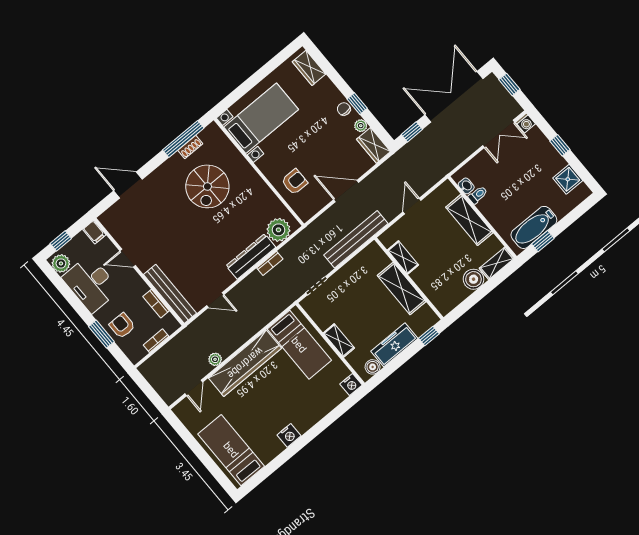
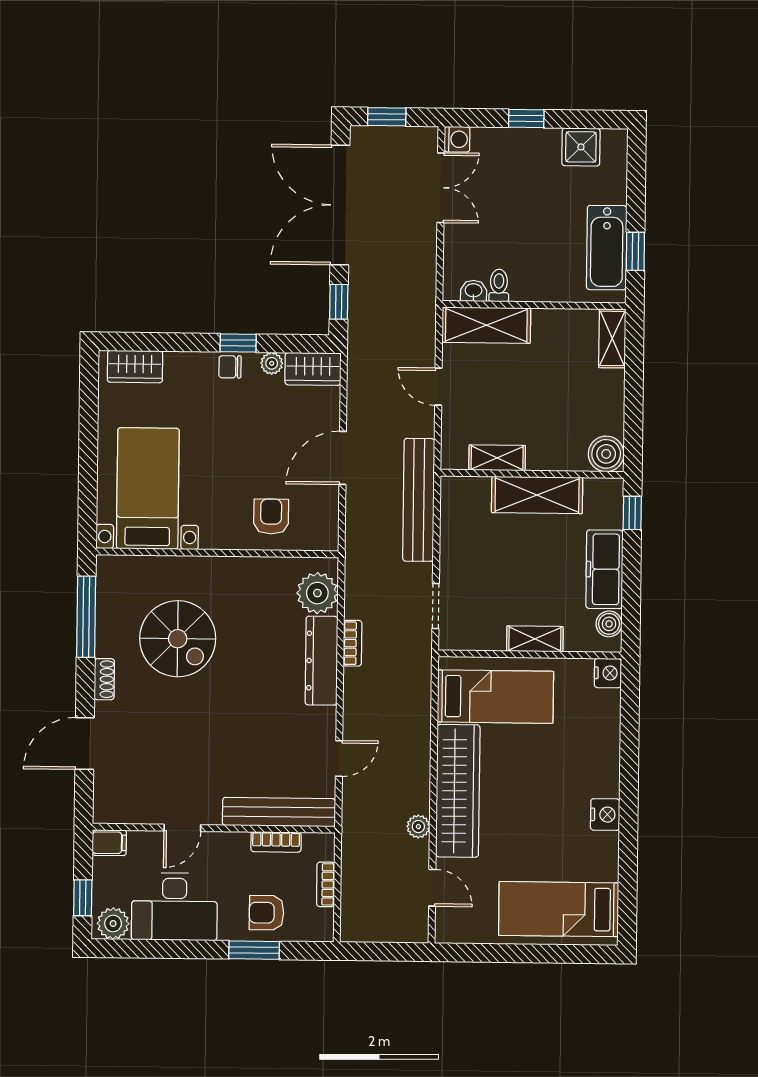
shoe rack: (190, 147) -> (104, 679), moved
shelving: (469, 220) -> (486, 325), moved
boiler: (473, 279) -> (606, 454), moved

